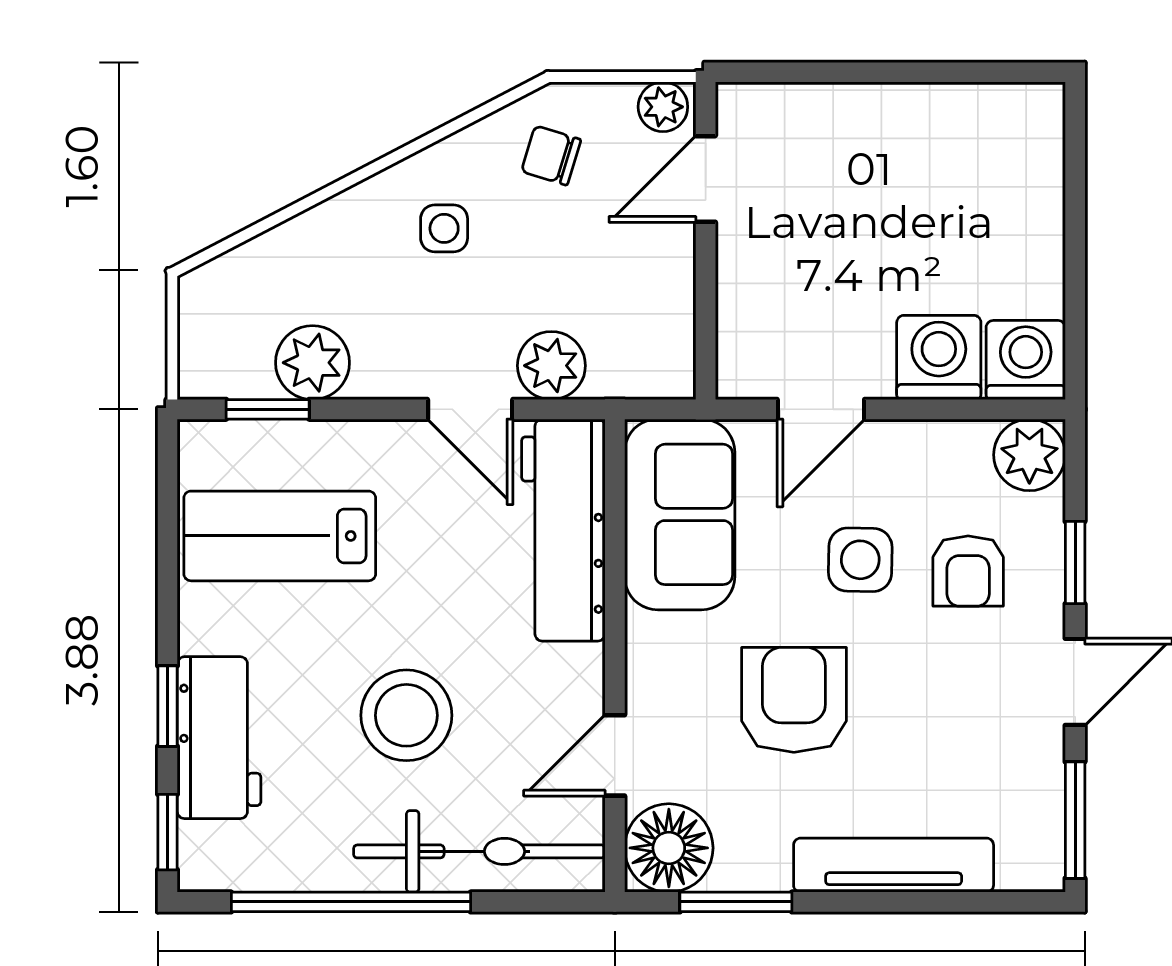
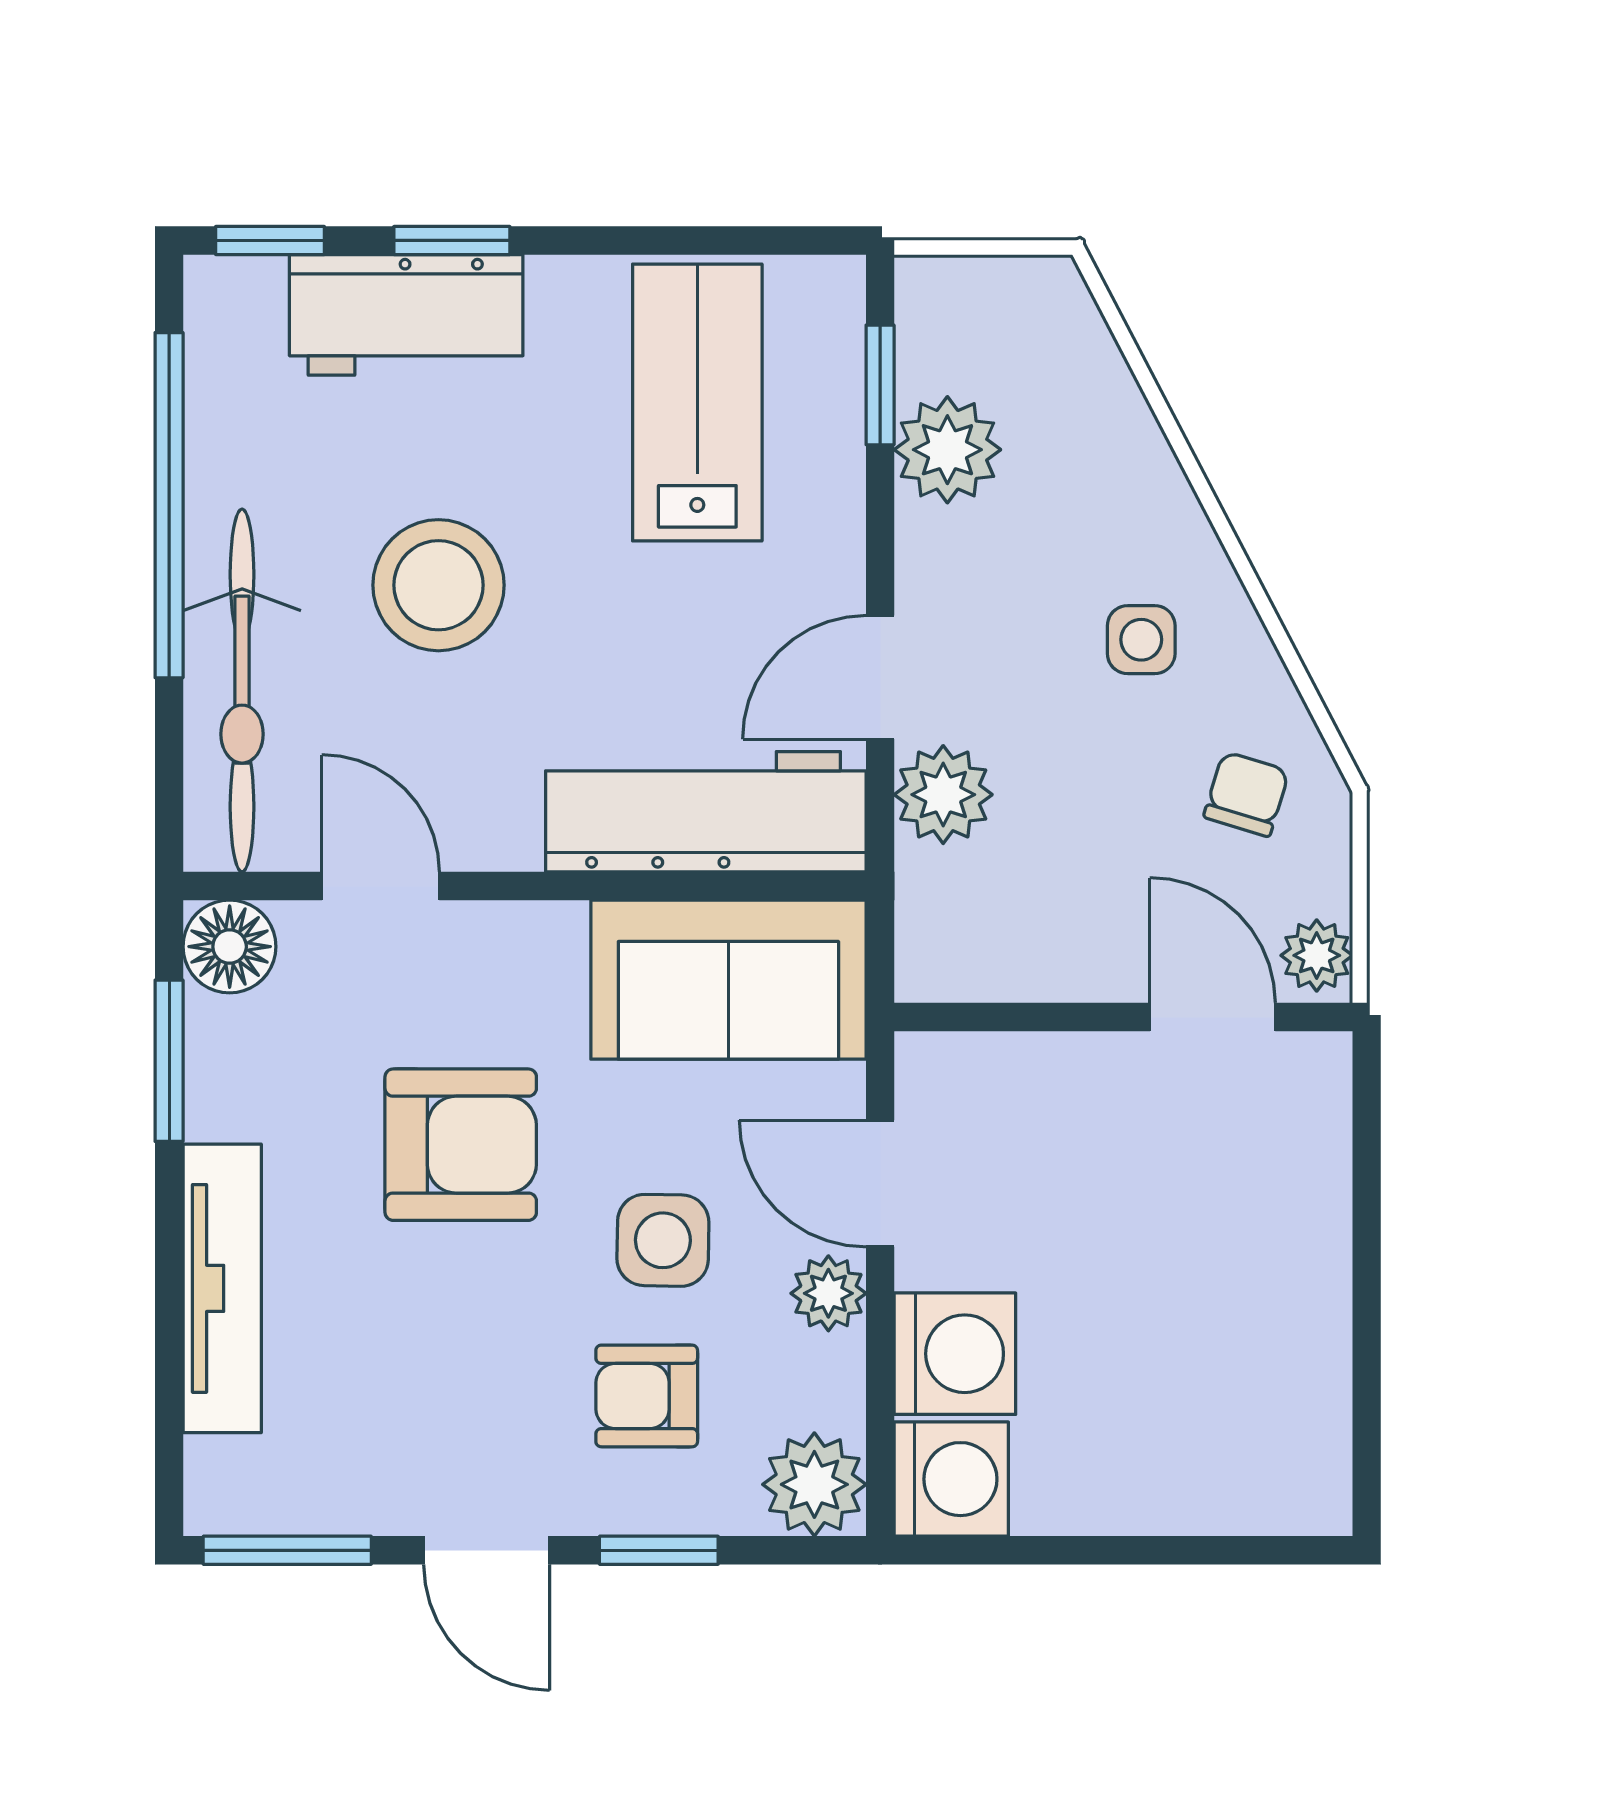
plant: (897, 445) -> (828, 1293), added
floor lamp: (669, 848) -> (230, 947), width x0.73, depth x0.73

